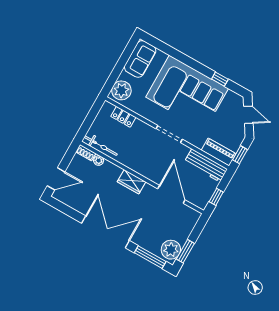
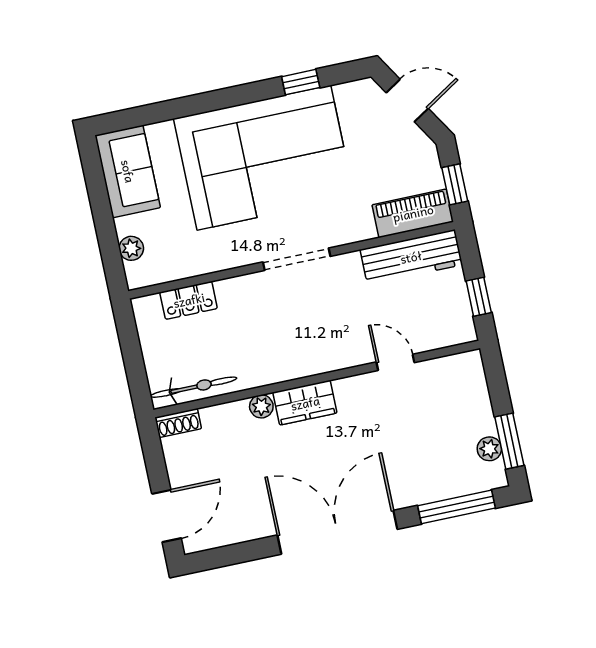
plant: (121, 90) -> (131, 248), width x0.53, depth x0.53
plant: (99, 161) -> (261, 406), moved
door: (171, 194) -> (395, 362), width x0.53
plant: (171, 250) -> (489, 449), width x0.53, depth x0.53

